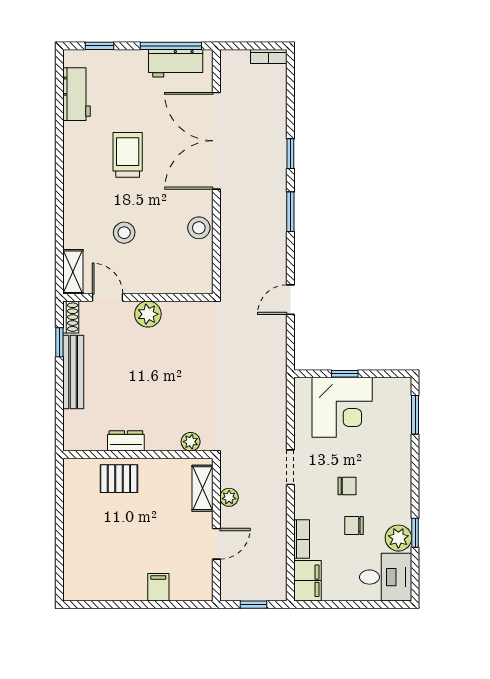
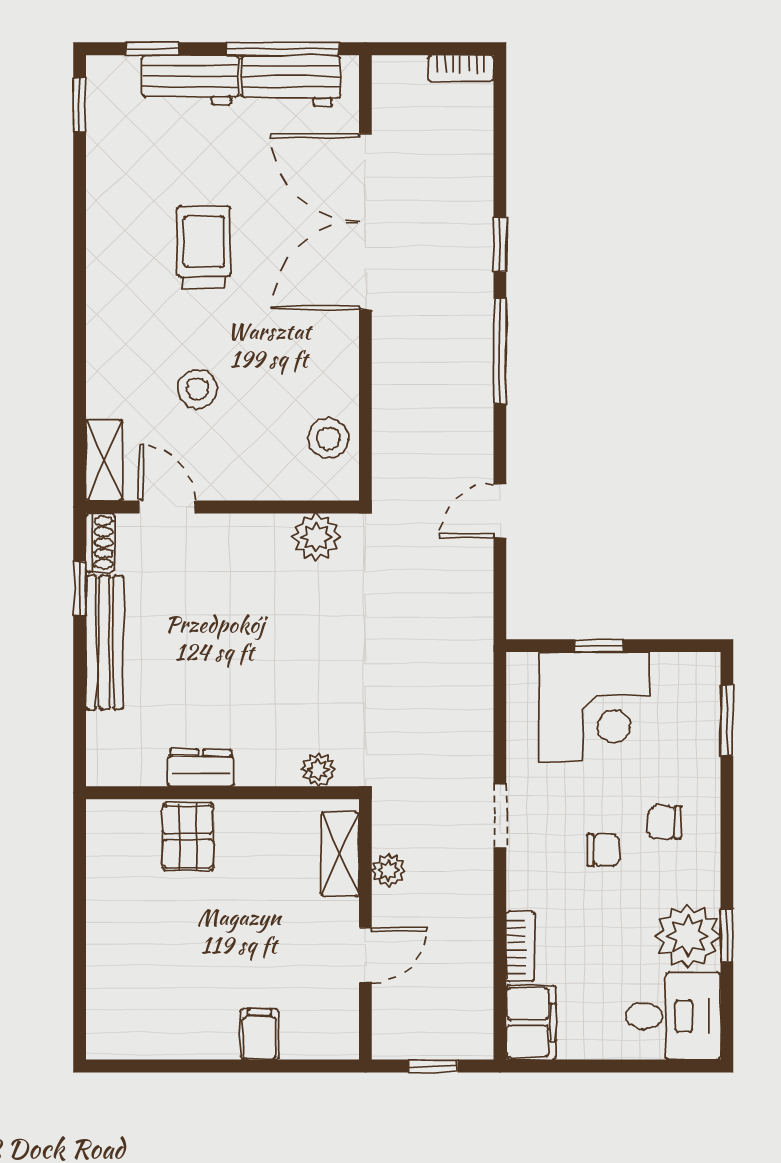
window: (59, 77) -> (80, 105), added
workbench: (77, 94) -> (190, 80), moved, turned 90
window: (290, 212) -> (500, 351), width x1.44
stool: (199, 228) -> (329, 438), moved
plant: (148, 314) -> (316, 537), moved
pallet: (119, 479) -> (188, 837), turned 90
chair: (354, 525) -> (665, 822), moved
plant: (398, 538) -> (688, 936), width x1.36, depth x1.36

